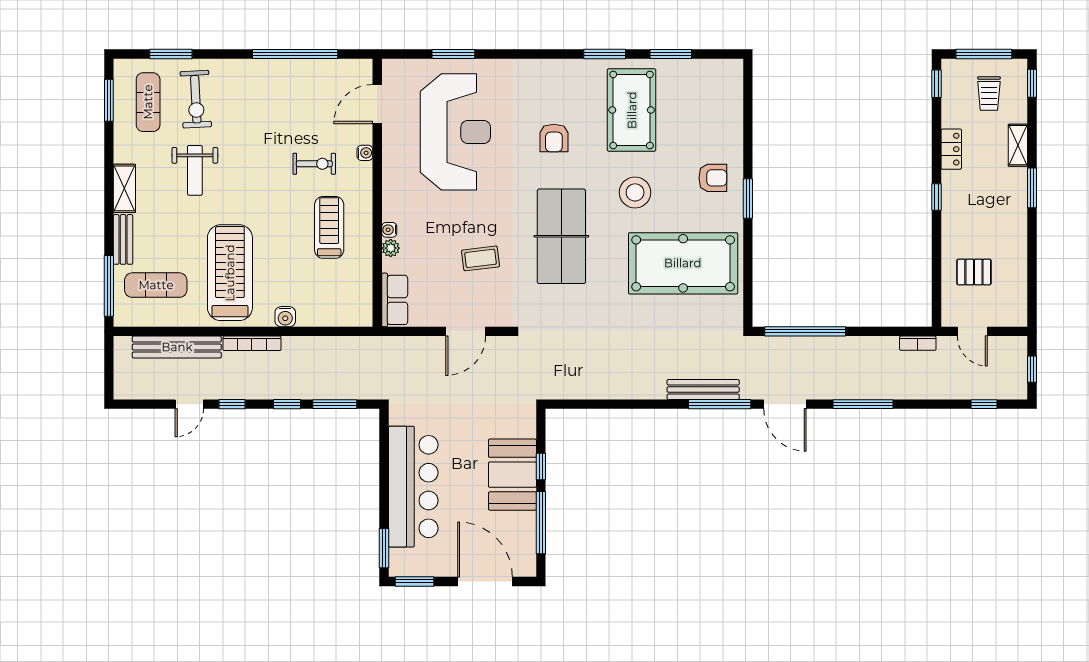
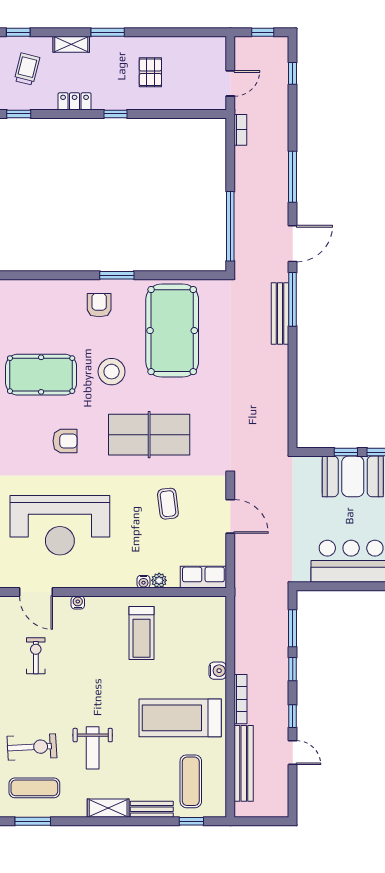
trolley: (989, 93) -> (27, 69), turned -76
reception desk: (455, 132) -> (60, 525), turned 180
exercise bike: (314, 164) -> (36, 656), moved
weight bench: (195, 170) -> (93, 748), turned 90
treadmill: (329, 227) -> (141, 633), turned -90
pallet: (974, 272) -> (150, 72), moved
window: (109, 286) -> (191, 821), width x0.46

